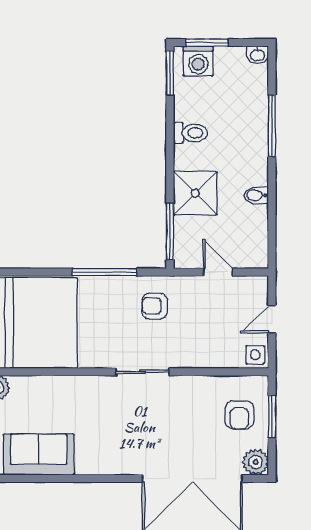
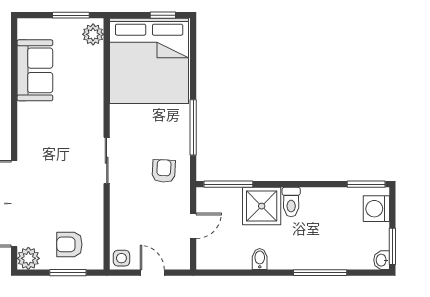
window: (207, 42) -> (392, 246), moved
toilet: (190, 133) -> (291, 202), moved

